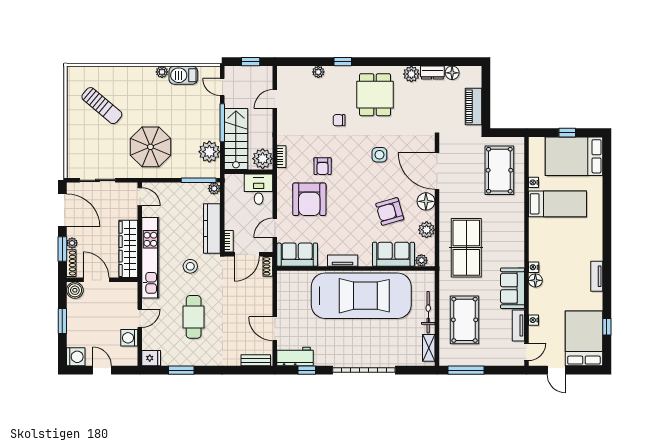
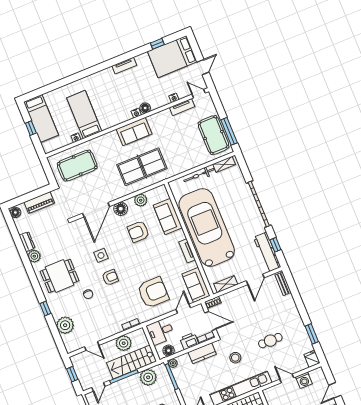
plant: (318, 72) -> (65, 325), width x1.87, depth x1.87
floor lamp: (452, 73) -> (15, 212), moved
bed: (574, 156) -> (41, 118), width x0.67
plant: (263, 159) -> (124, 343), moved
armchair: (323, 166) -> (110, 277), moved
floor lamp: (232, 189) -> (169, 351), added
armchair: (390, 211) -> (138, 232), turned 106
printer: (233, 219) -> (189, 341), added
door: (275, 228) -> (183, 309), swing flipped
kitchen counter: (212, 229) -> (202, 353), width x0.67
plant: (421, 260) -> (164, 195), removed
sofa: (512, 288) -> (134, 132), moved
shelving: (283, 291) -> (226, 284), added
cafe table: (194, 317) -> (270, 341), width x0.73, depth x0.74
pool table: (465, 320) -> (214, 135), moved, turned 90
workbench: (295, 357) -> (267, 252), width x1.38

